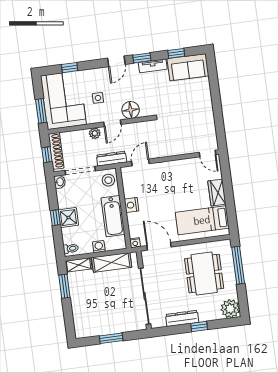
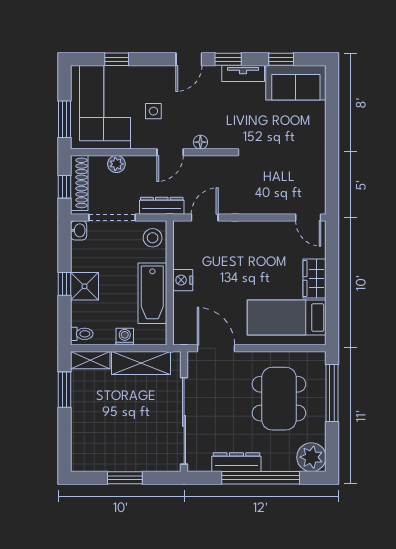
floor lamp: (131, 110) -> (200, 142), width x0.53, depth x0.53
plant: (95, 133) -> (116, 164), moved
nightstand: (135, 243) -> (180, 338), removed
window: (199, 326) -> (261, 478), width x3.17

